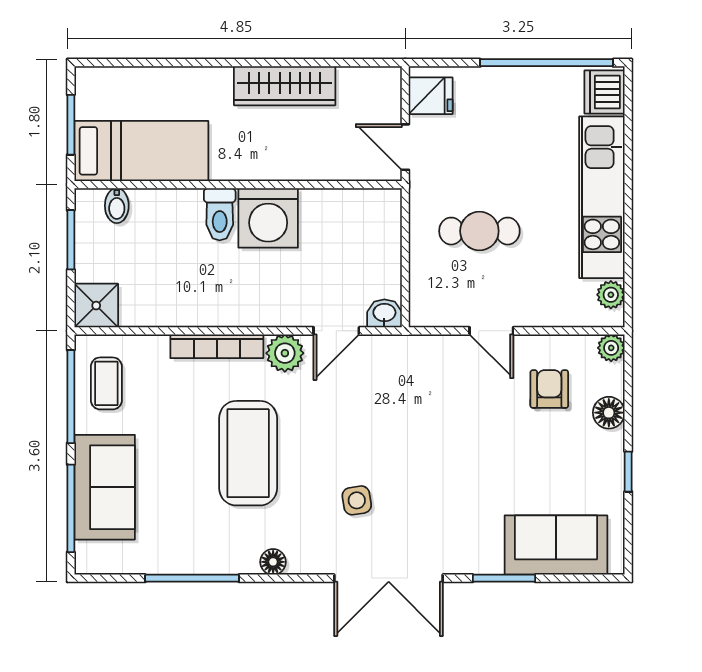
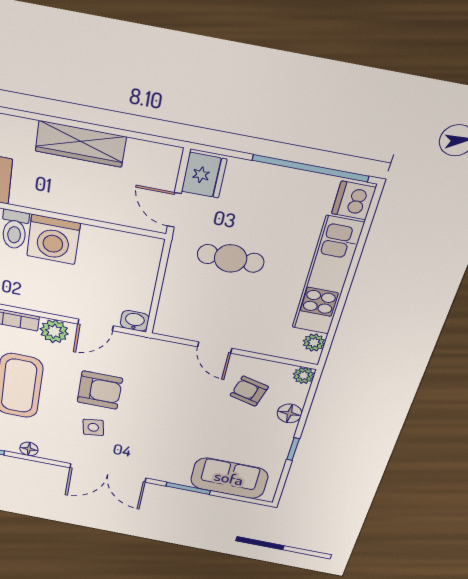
fridge: (431, 96) -> (204, 175), width x1.38
cafe table: (479, 231) -> (231, 258), moved
armchair: (549, 389) -> (249, 391), turned -75
armchair: (356, 434) -> (100, 390), added

